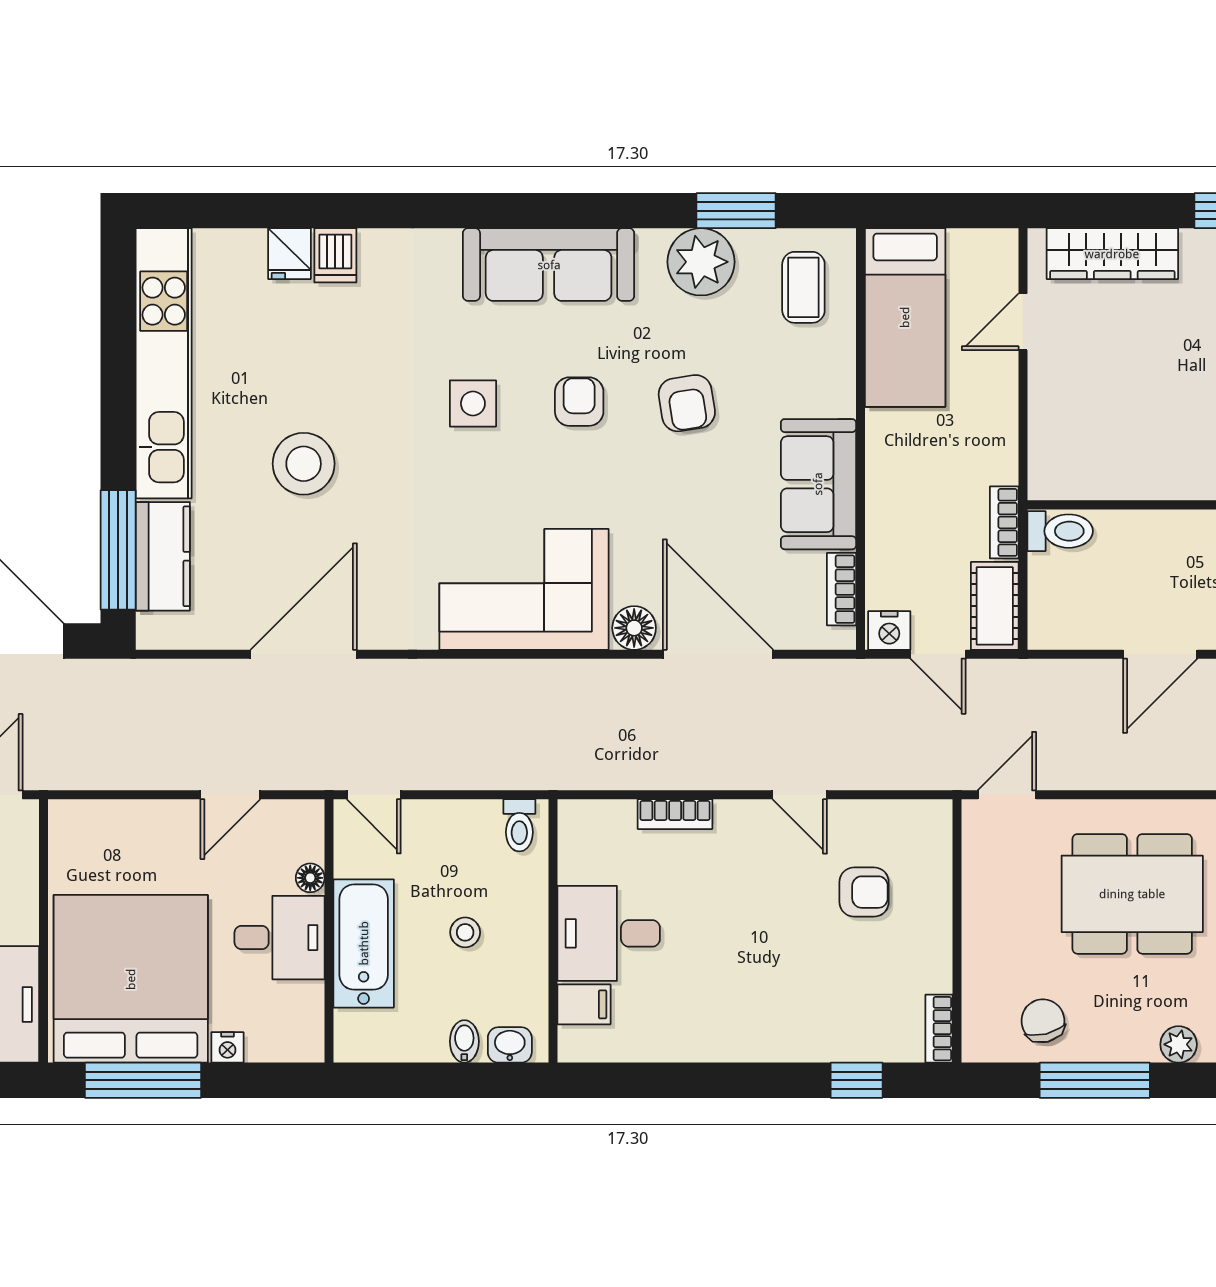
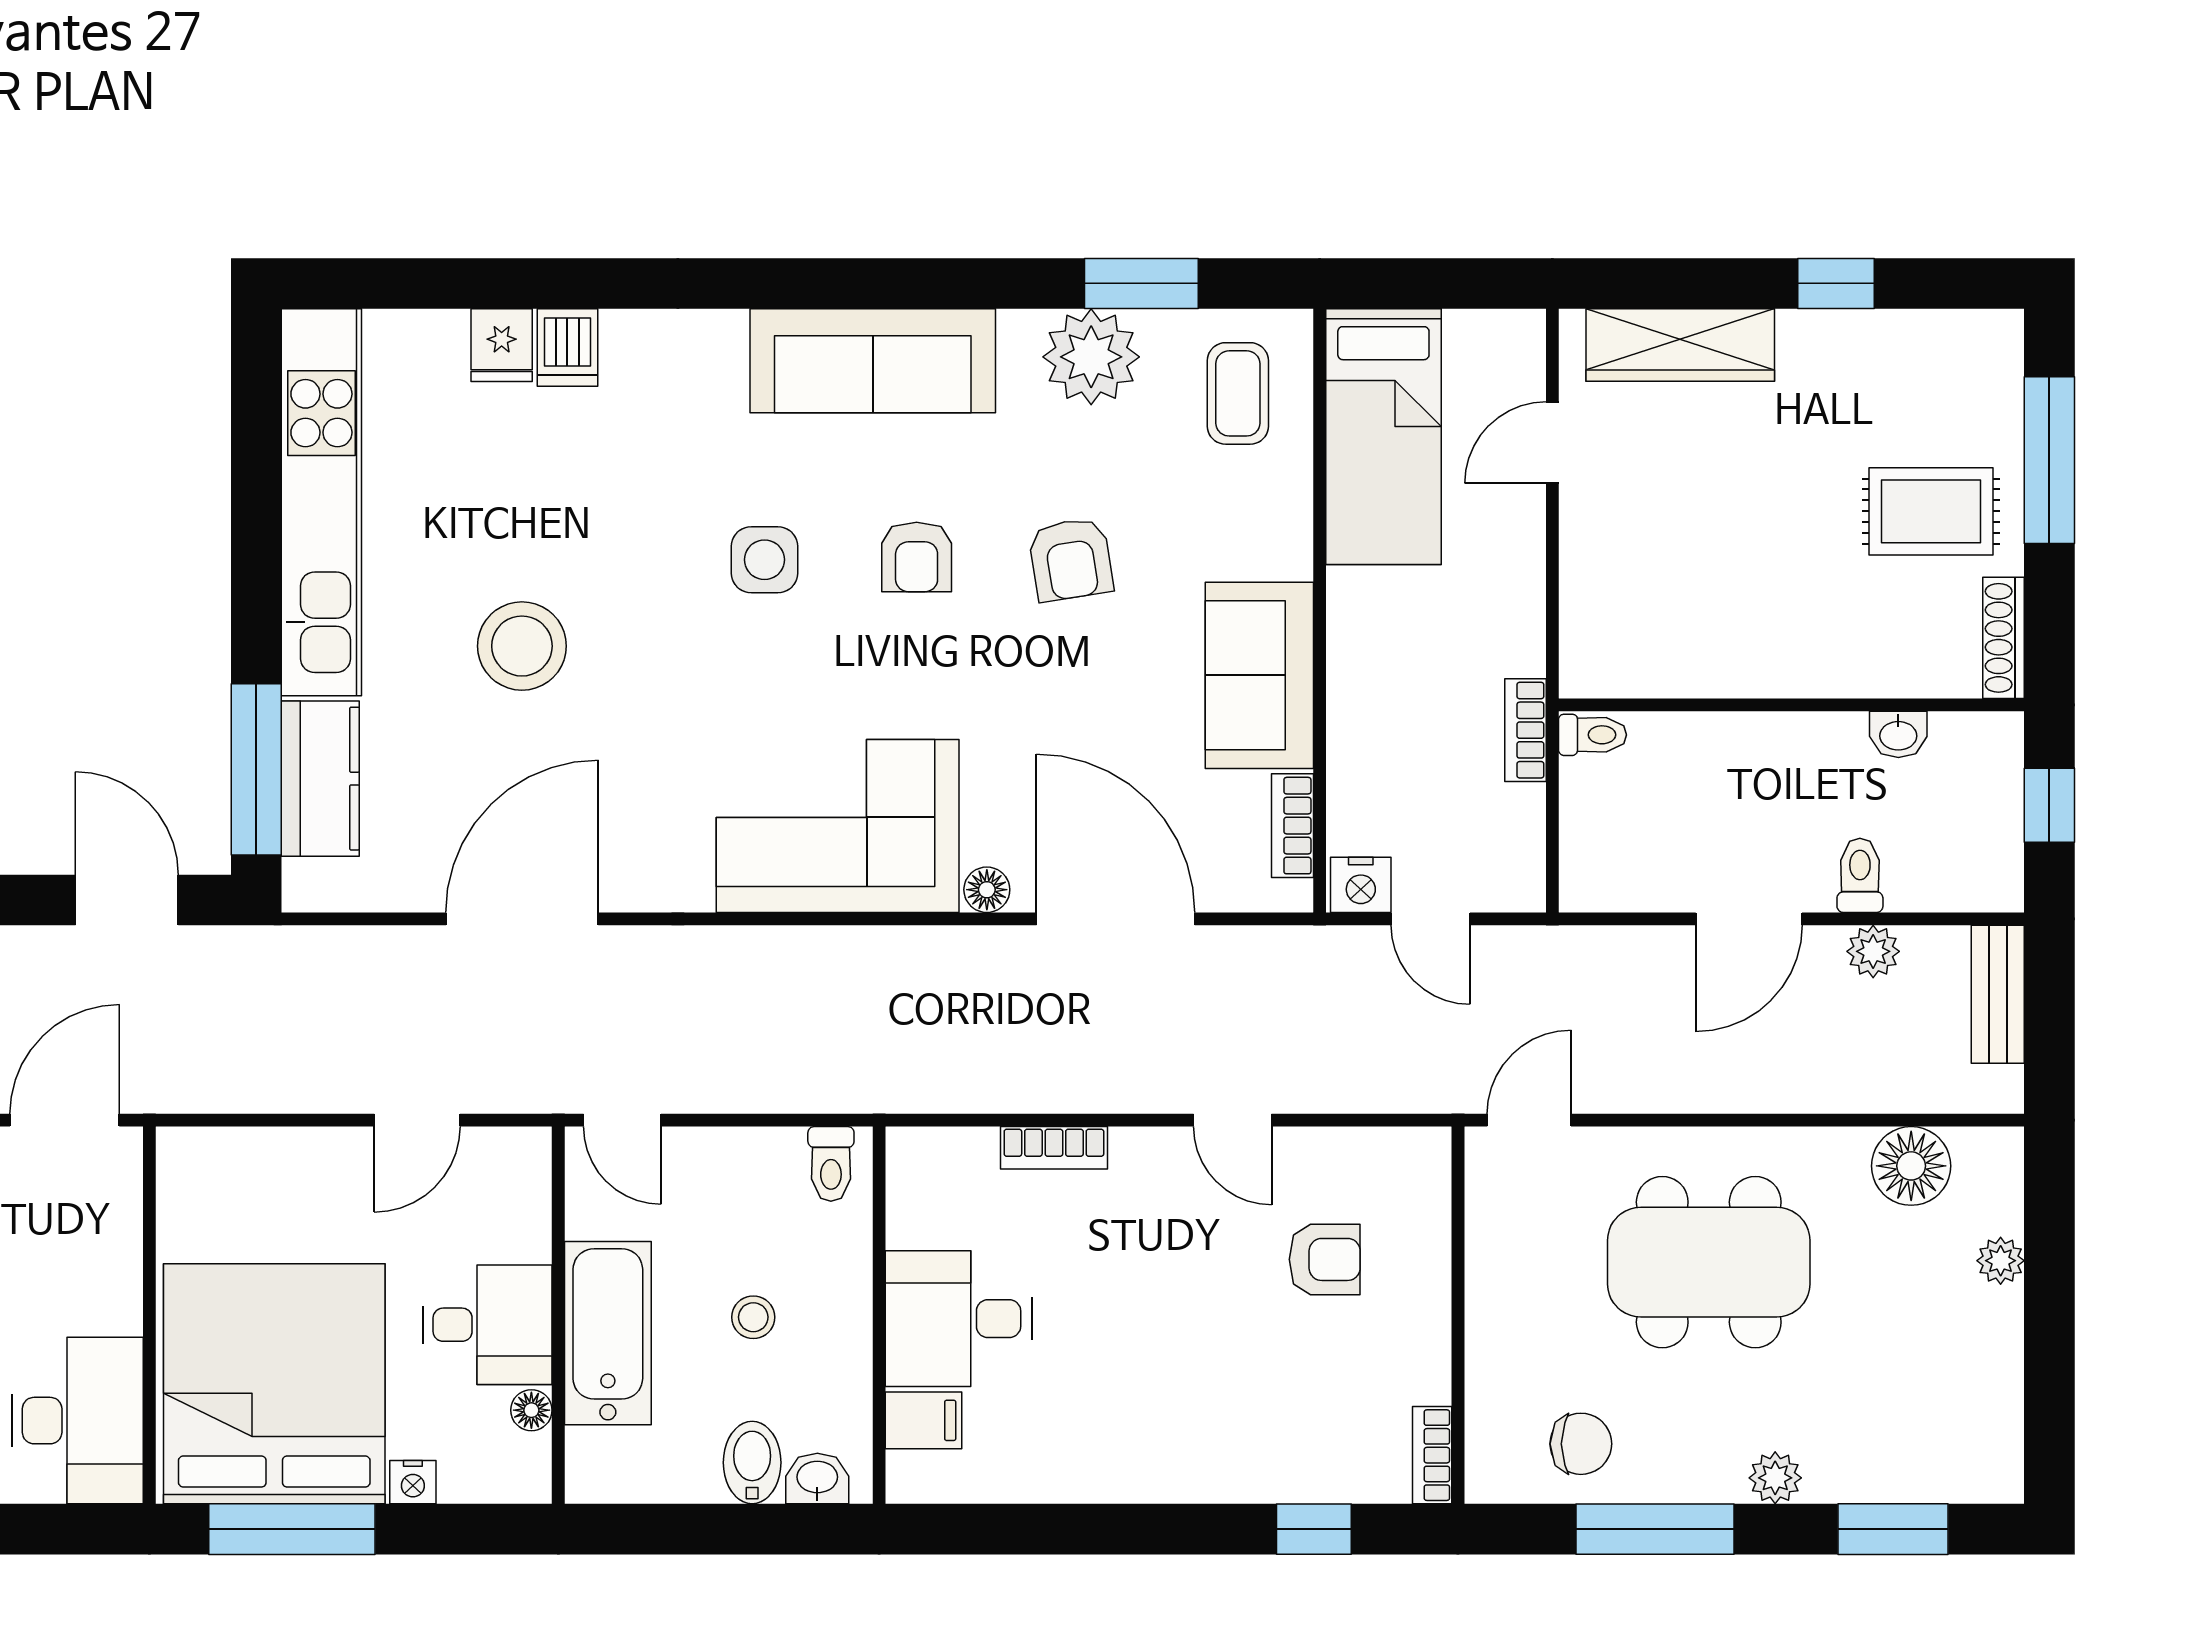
armchair: (579, 402) -> (917, 557), turned 180
toilet: (1060, 531) -> (1592, 735), width x0.73, depth x0.72
cot: (995, 606) -> (1512, 850), removed
floor lamp: (634, 628) -> (987, 890), width x0.73, depth x0.73
floor lamp: (310, 878) -> (531, 1410), moved
chair: (1043, 1021) -> (1581, 1444), turned 104
bidet: (464, 1041) -> (752, 1463), width x1.38, depth x1.36

